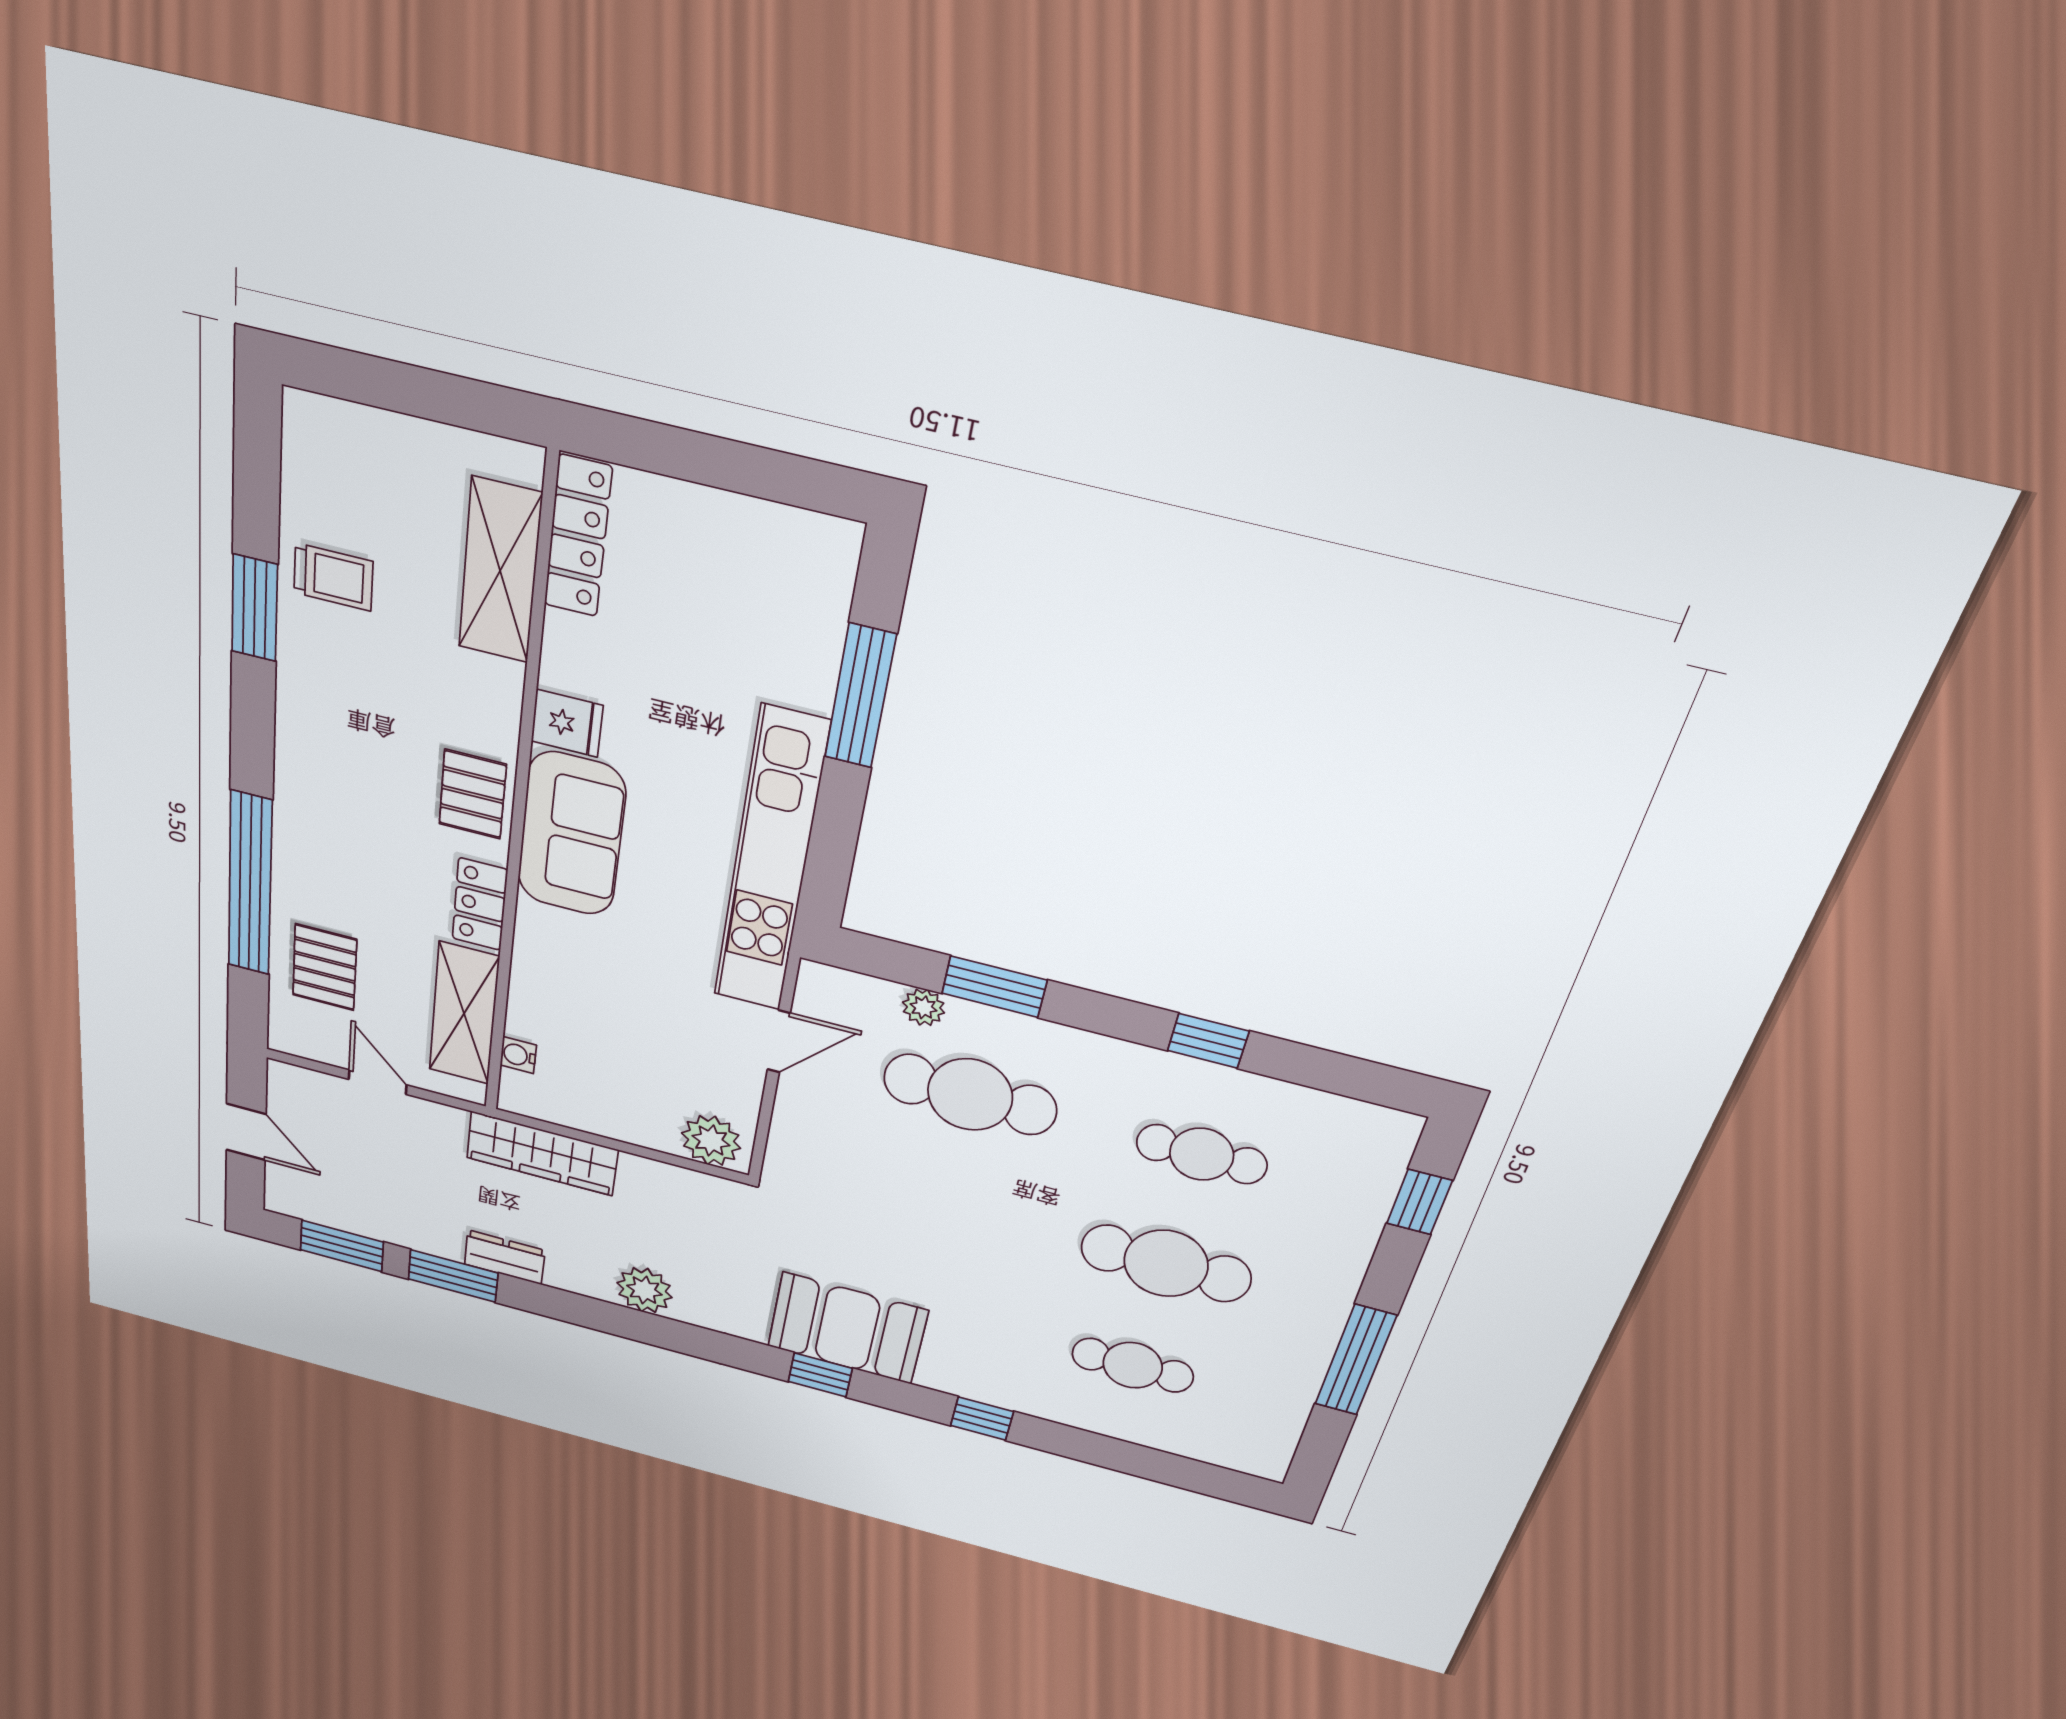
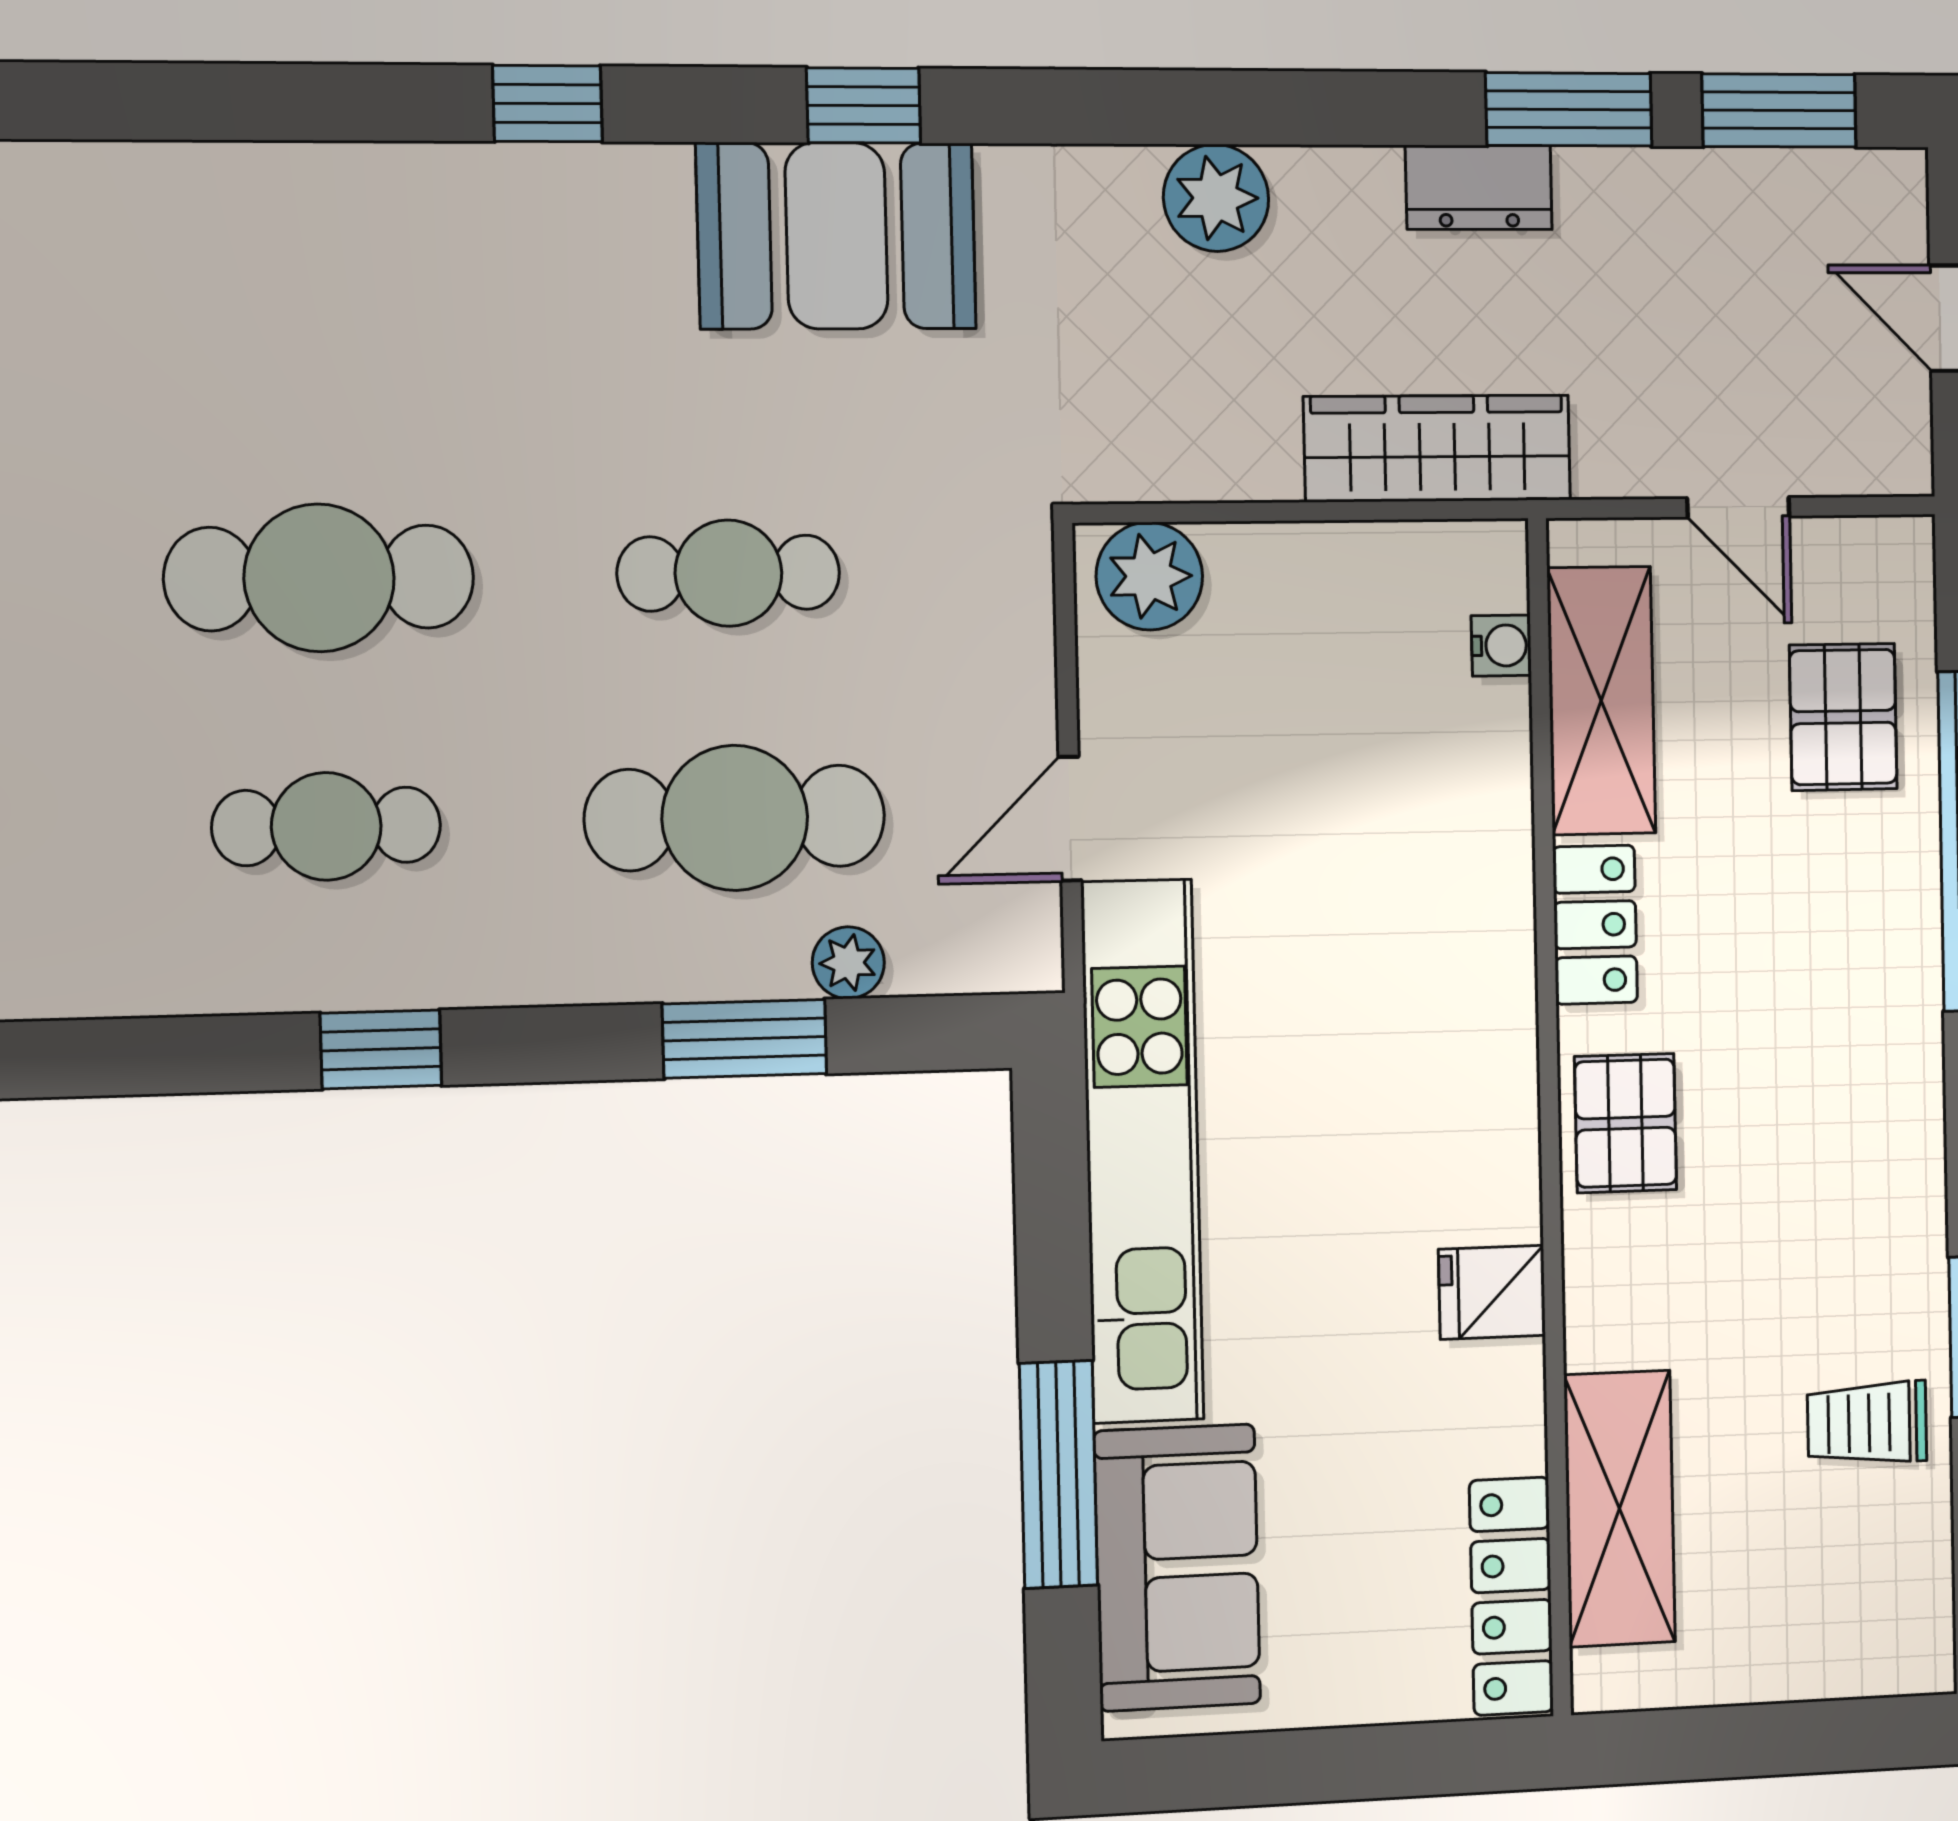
sofa: (571, 834) -> (1177, 1567), moved, turned 180
cafe table: (1133, 1365) -> (728, 573), moved

